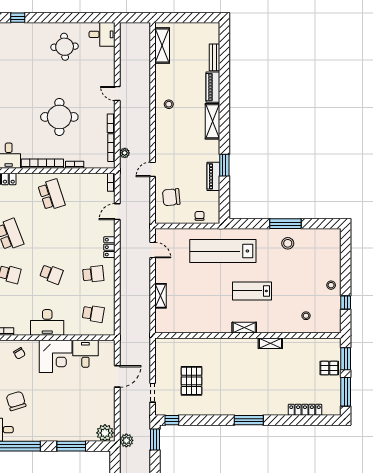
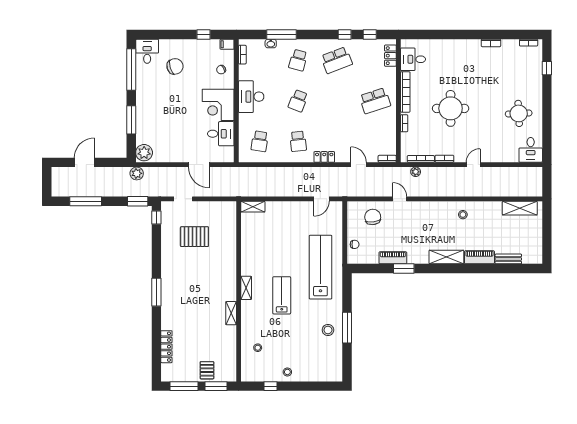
shelving: (161, 296) -> (253, 207), moved

